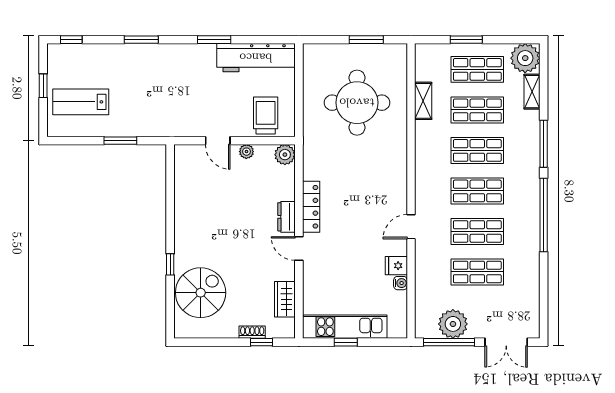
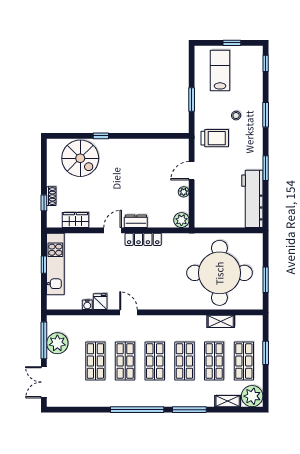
stool: (142, 80) -> (236, 116), added
round table: (357, 103) -> (219, 273), width x1.36, depth x1.36
trolley: (266, 116) -> (215, 138), moved

